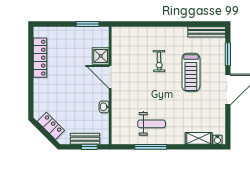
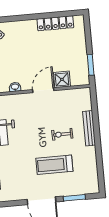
bench: (207, 32) -> (89, 128), moved

